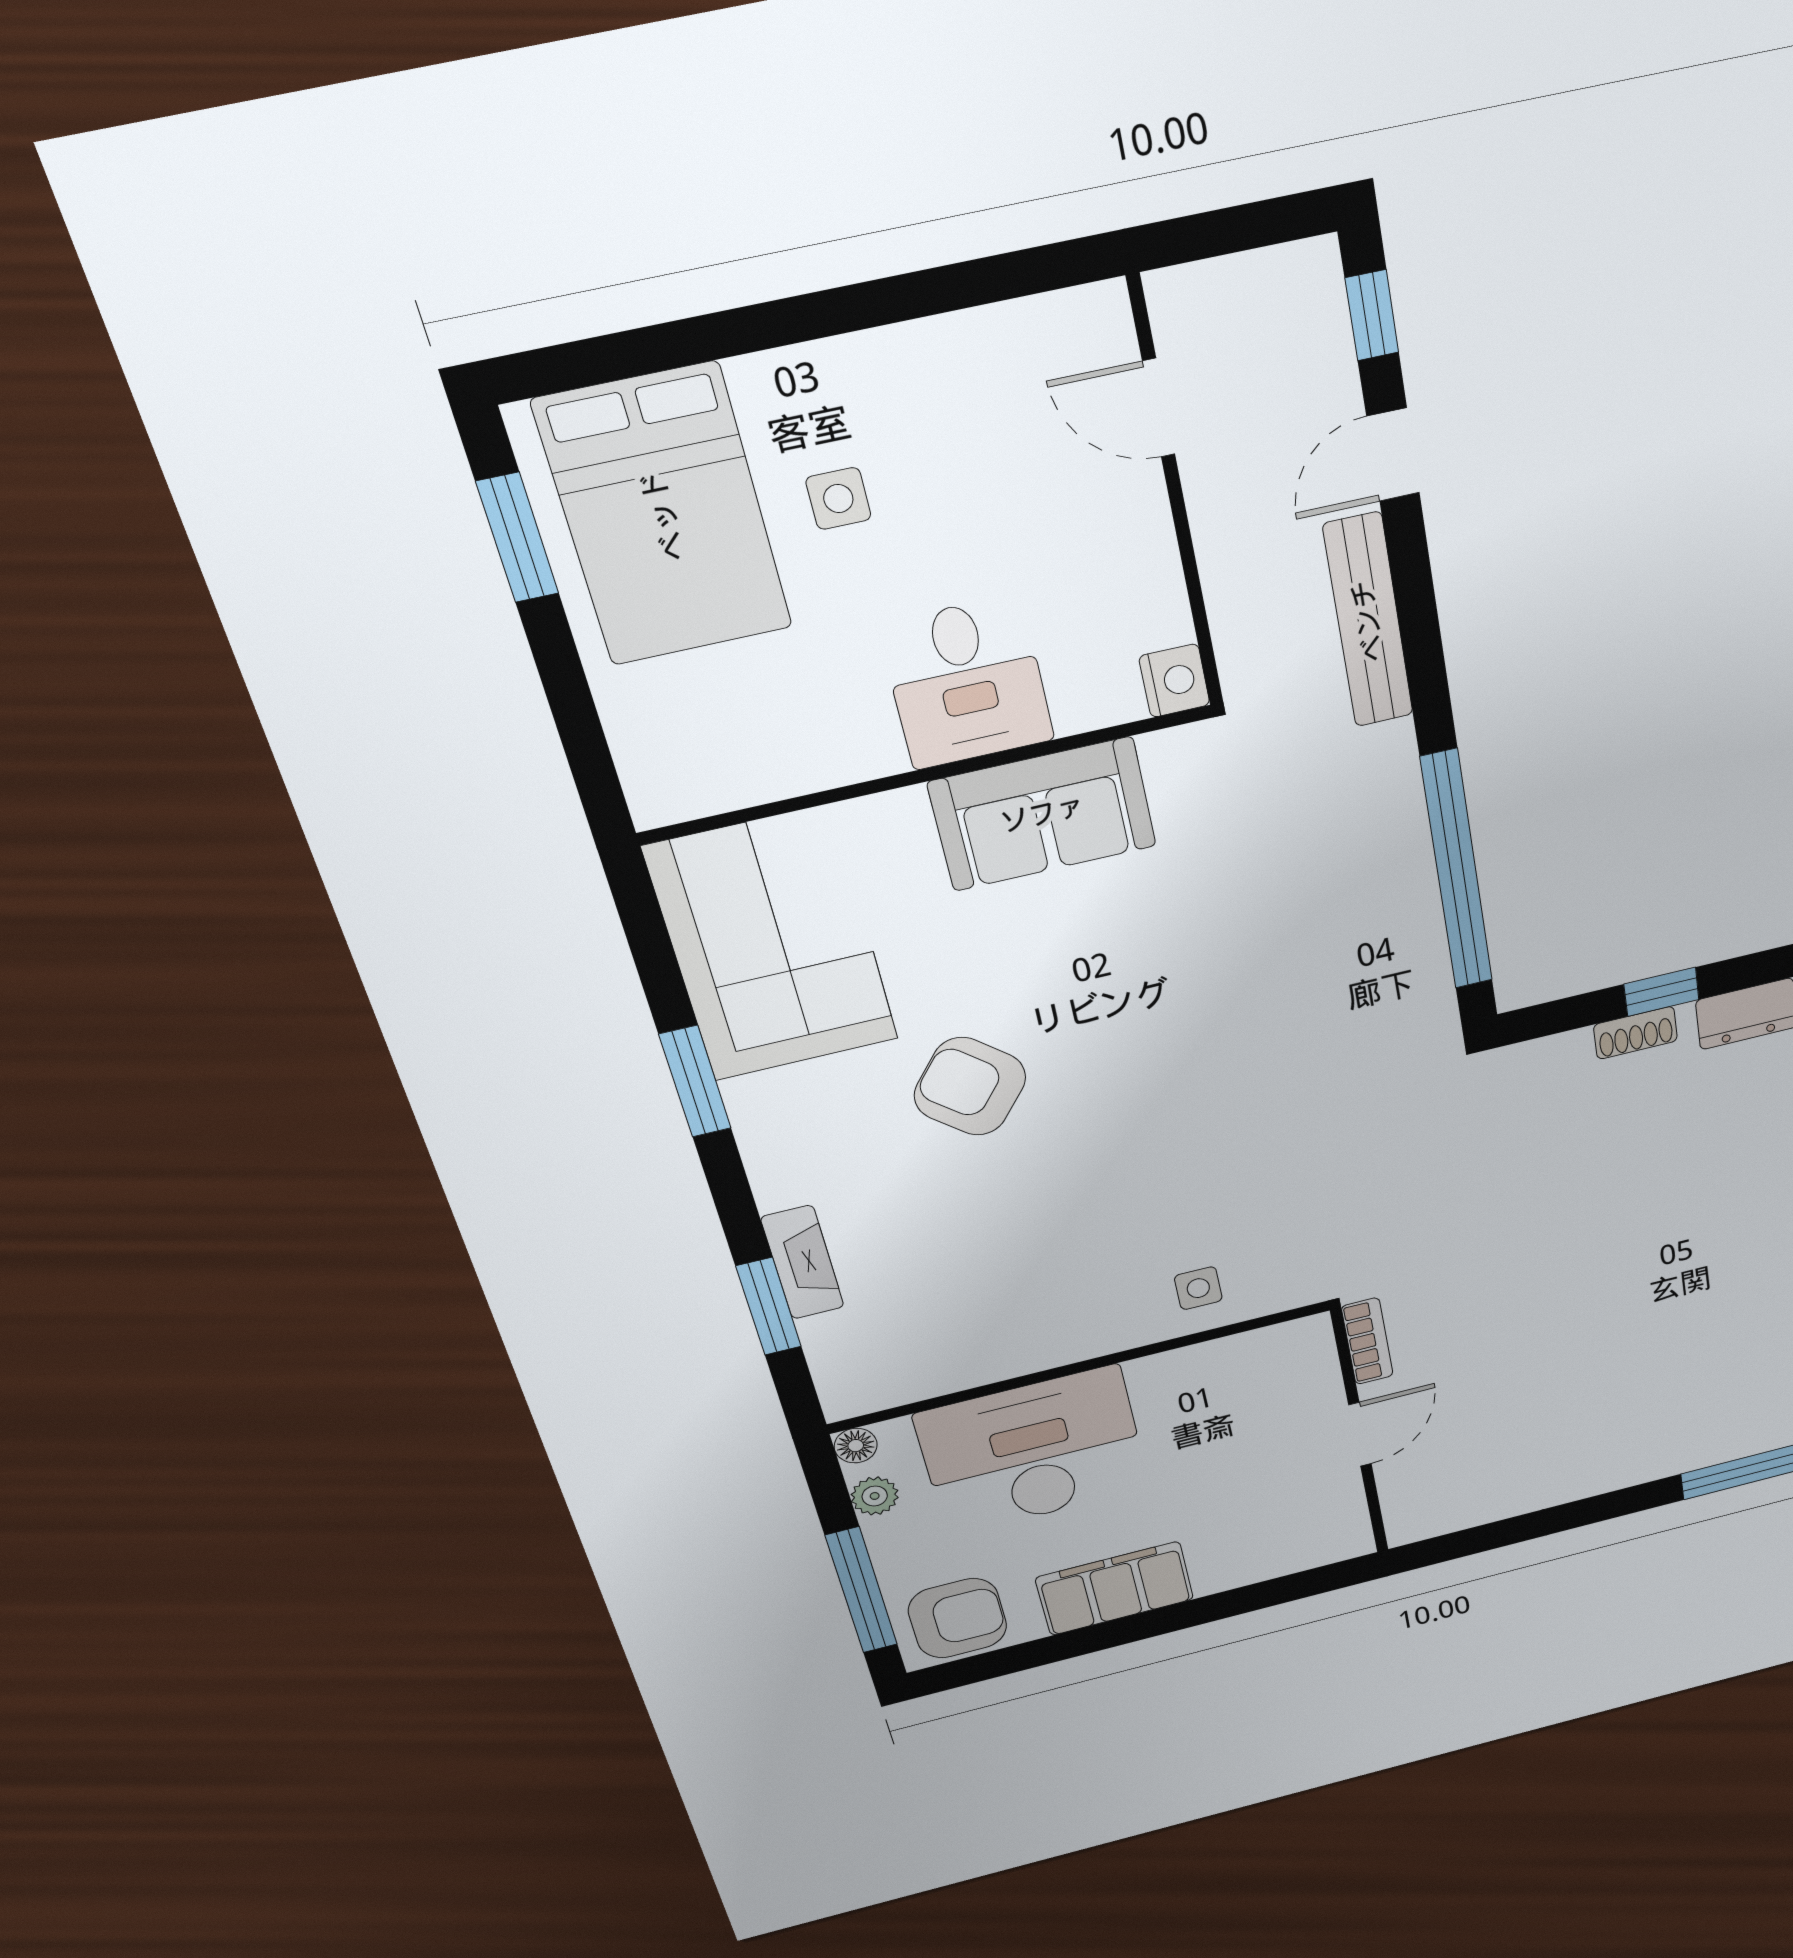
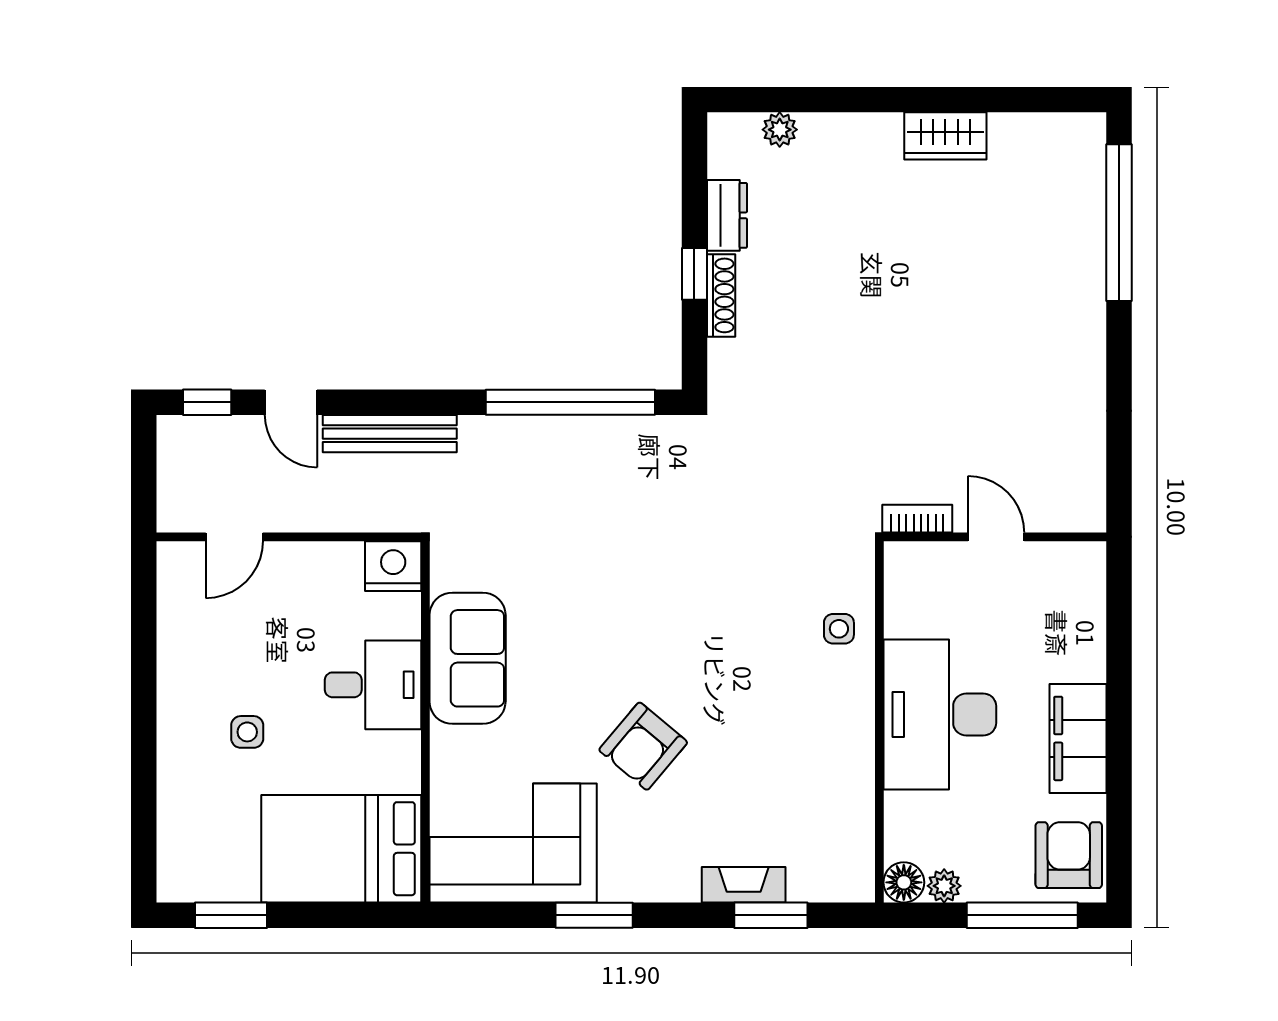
bed: (664, 516) -> (341, 849), moved, turned 180
nightstand: (1174, 681) -> (393, 566), width x1.36, depth x1.33
shoe rack: (1636, 1033) -> (721, 295), width x1.43
floor lamp: (856, 1446) -> (904, 882), width x1.37, depth x1.37
desk: (1033, 1451) -> (940, 715), moved

